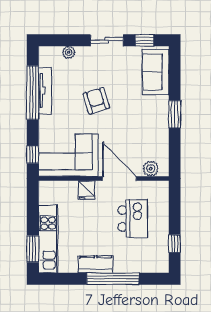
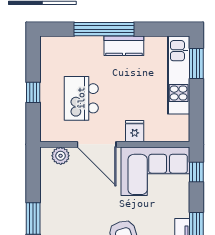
window: (175, 244) -> (33, 92), moved

